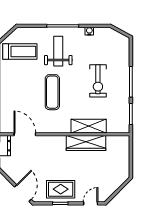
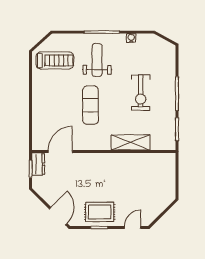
door: (25, 134) -> (60, 151), hinge flipped
wardrobe: (86, 143) -> (128, 161), removed

